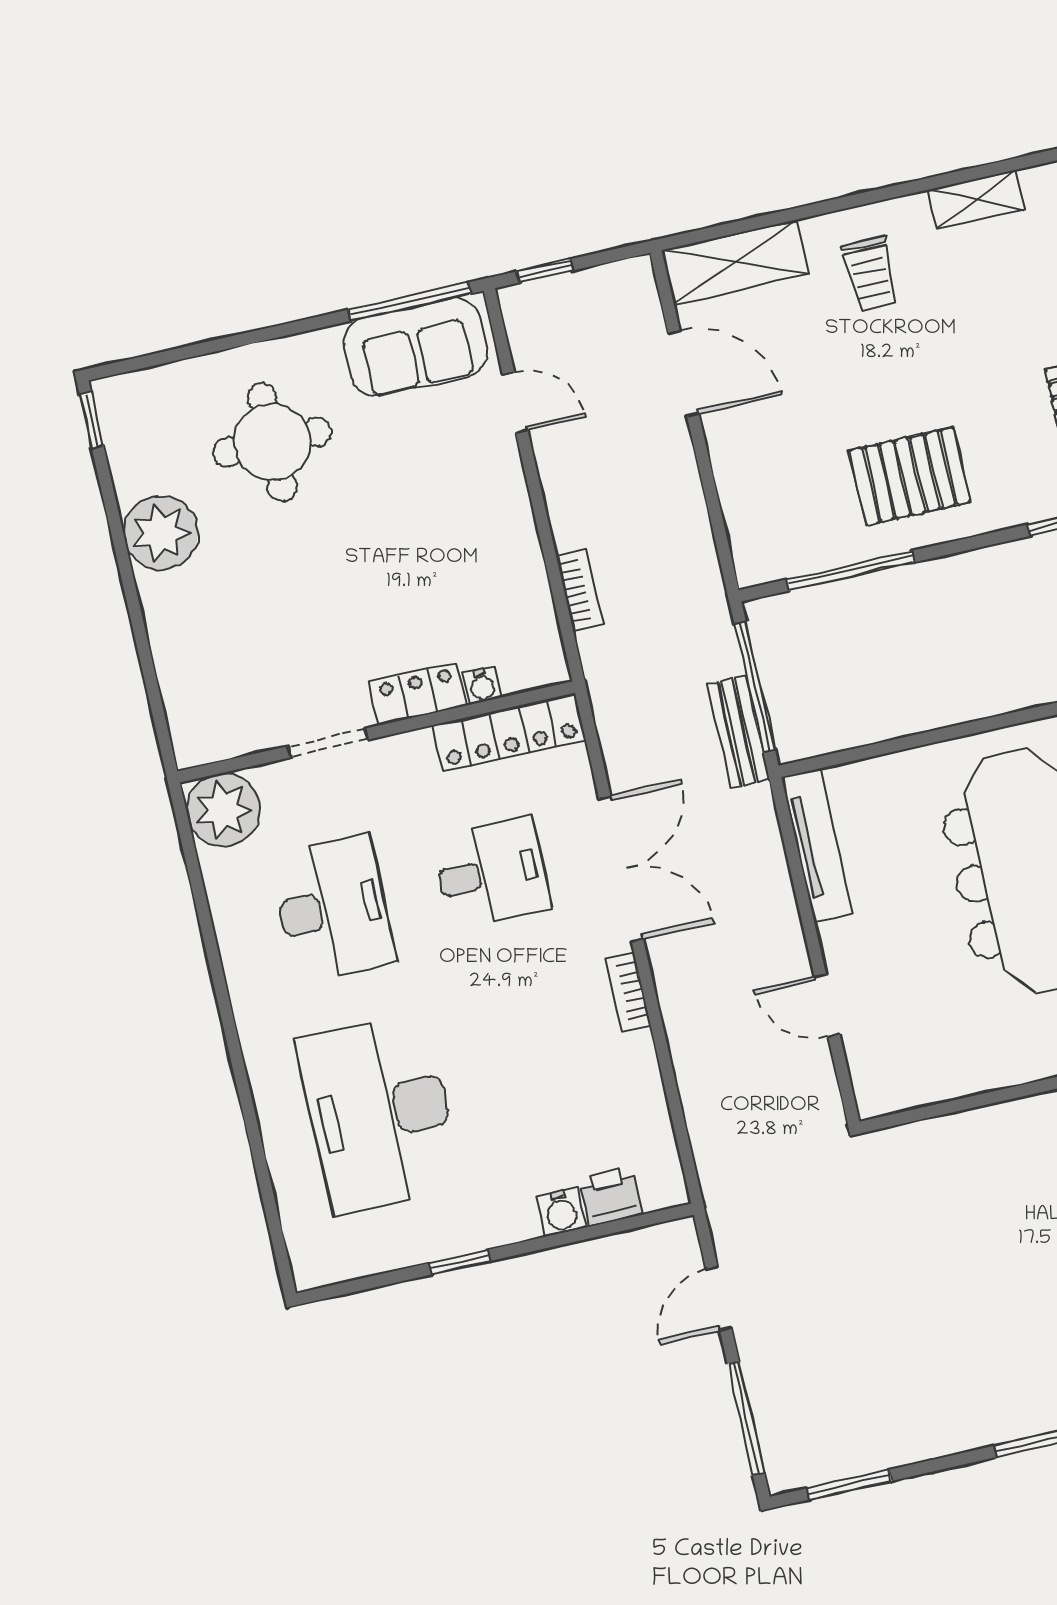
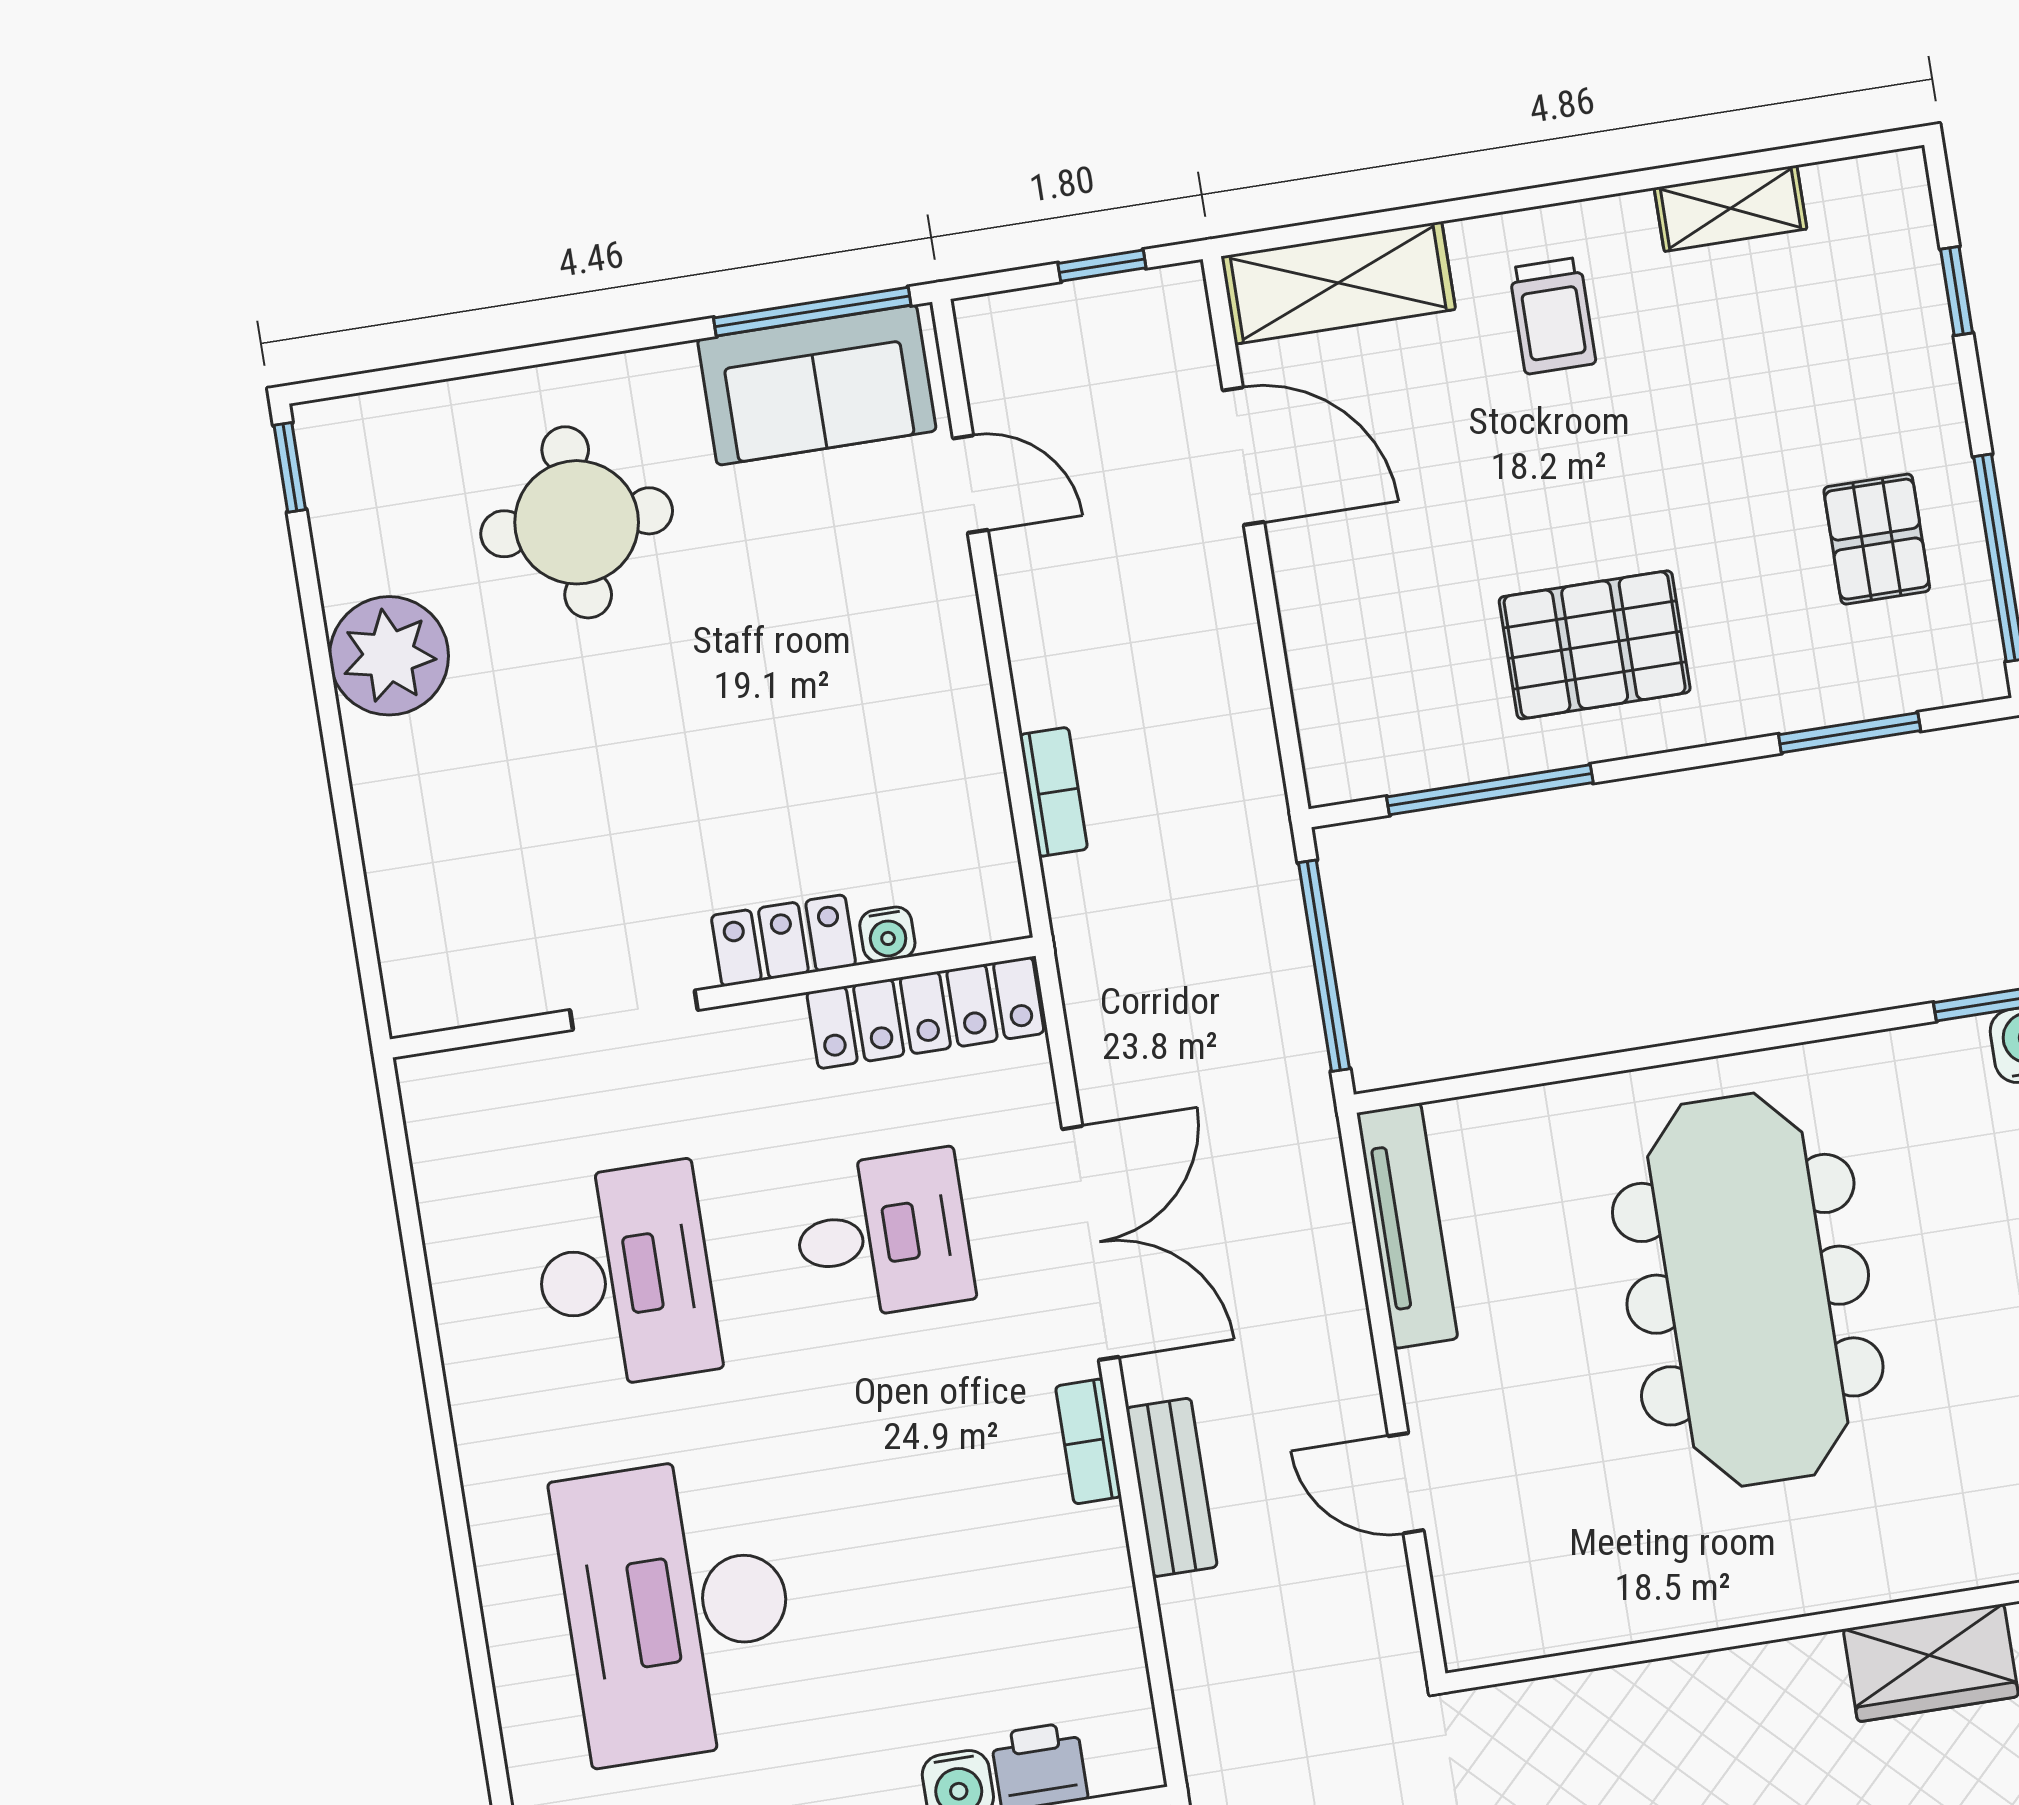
window: (545, 271) -> (1102, 266), moved
bench: (738, 732) -> (1172, 1487), moved
plant: (224, 810) -> (460, 1106), removed

